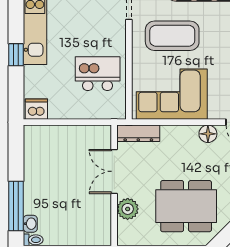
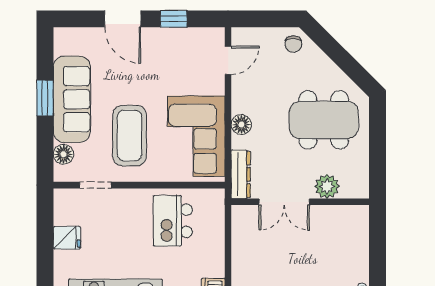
floor lamp: (208, 134) -> (241, 125), moved
dining table: (186, 206) -> (324, 120), turned 90

